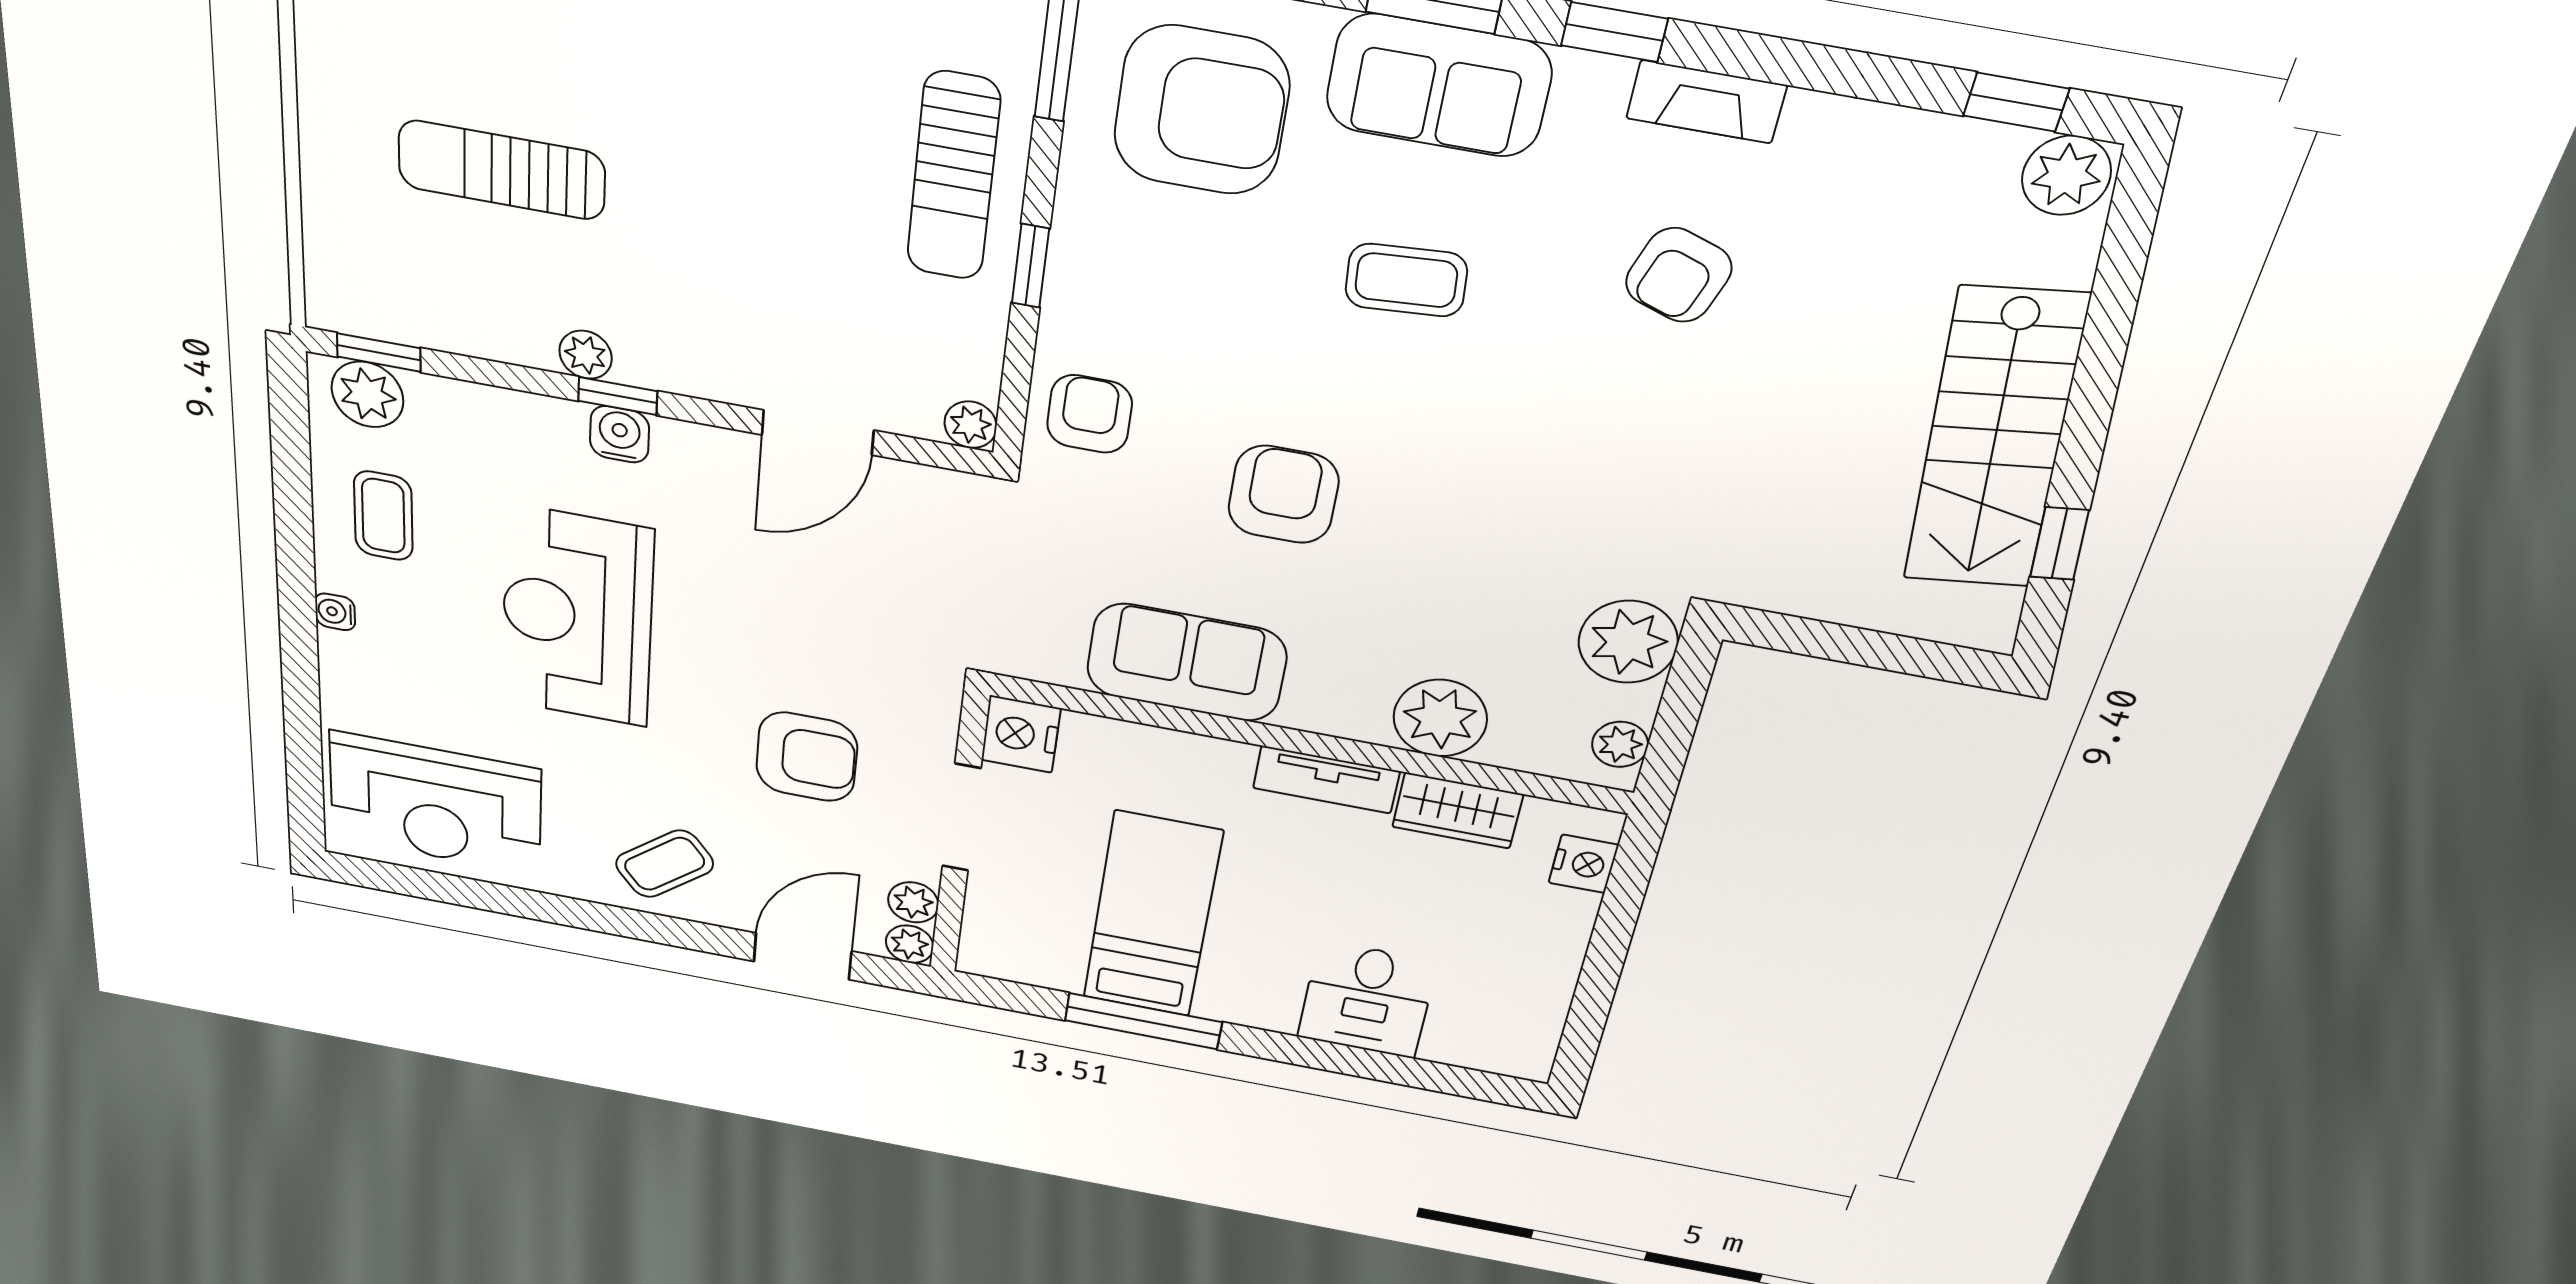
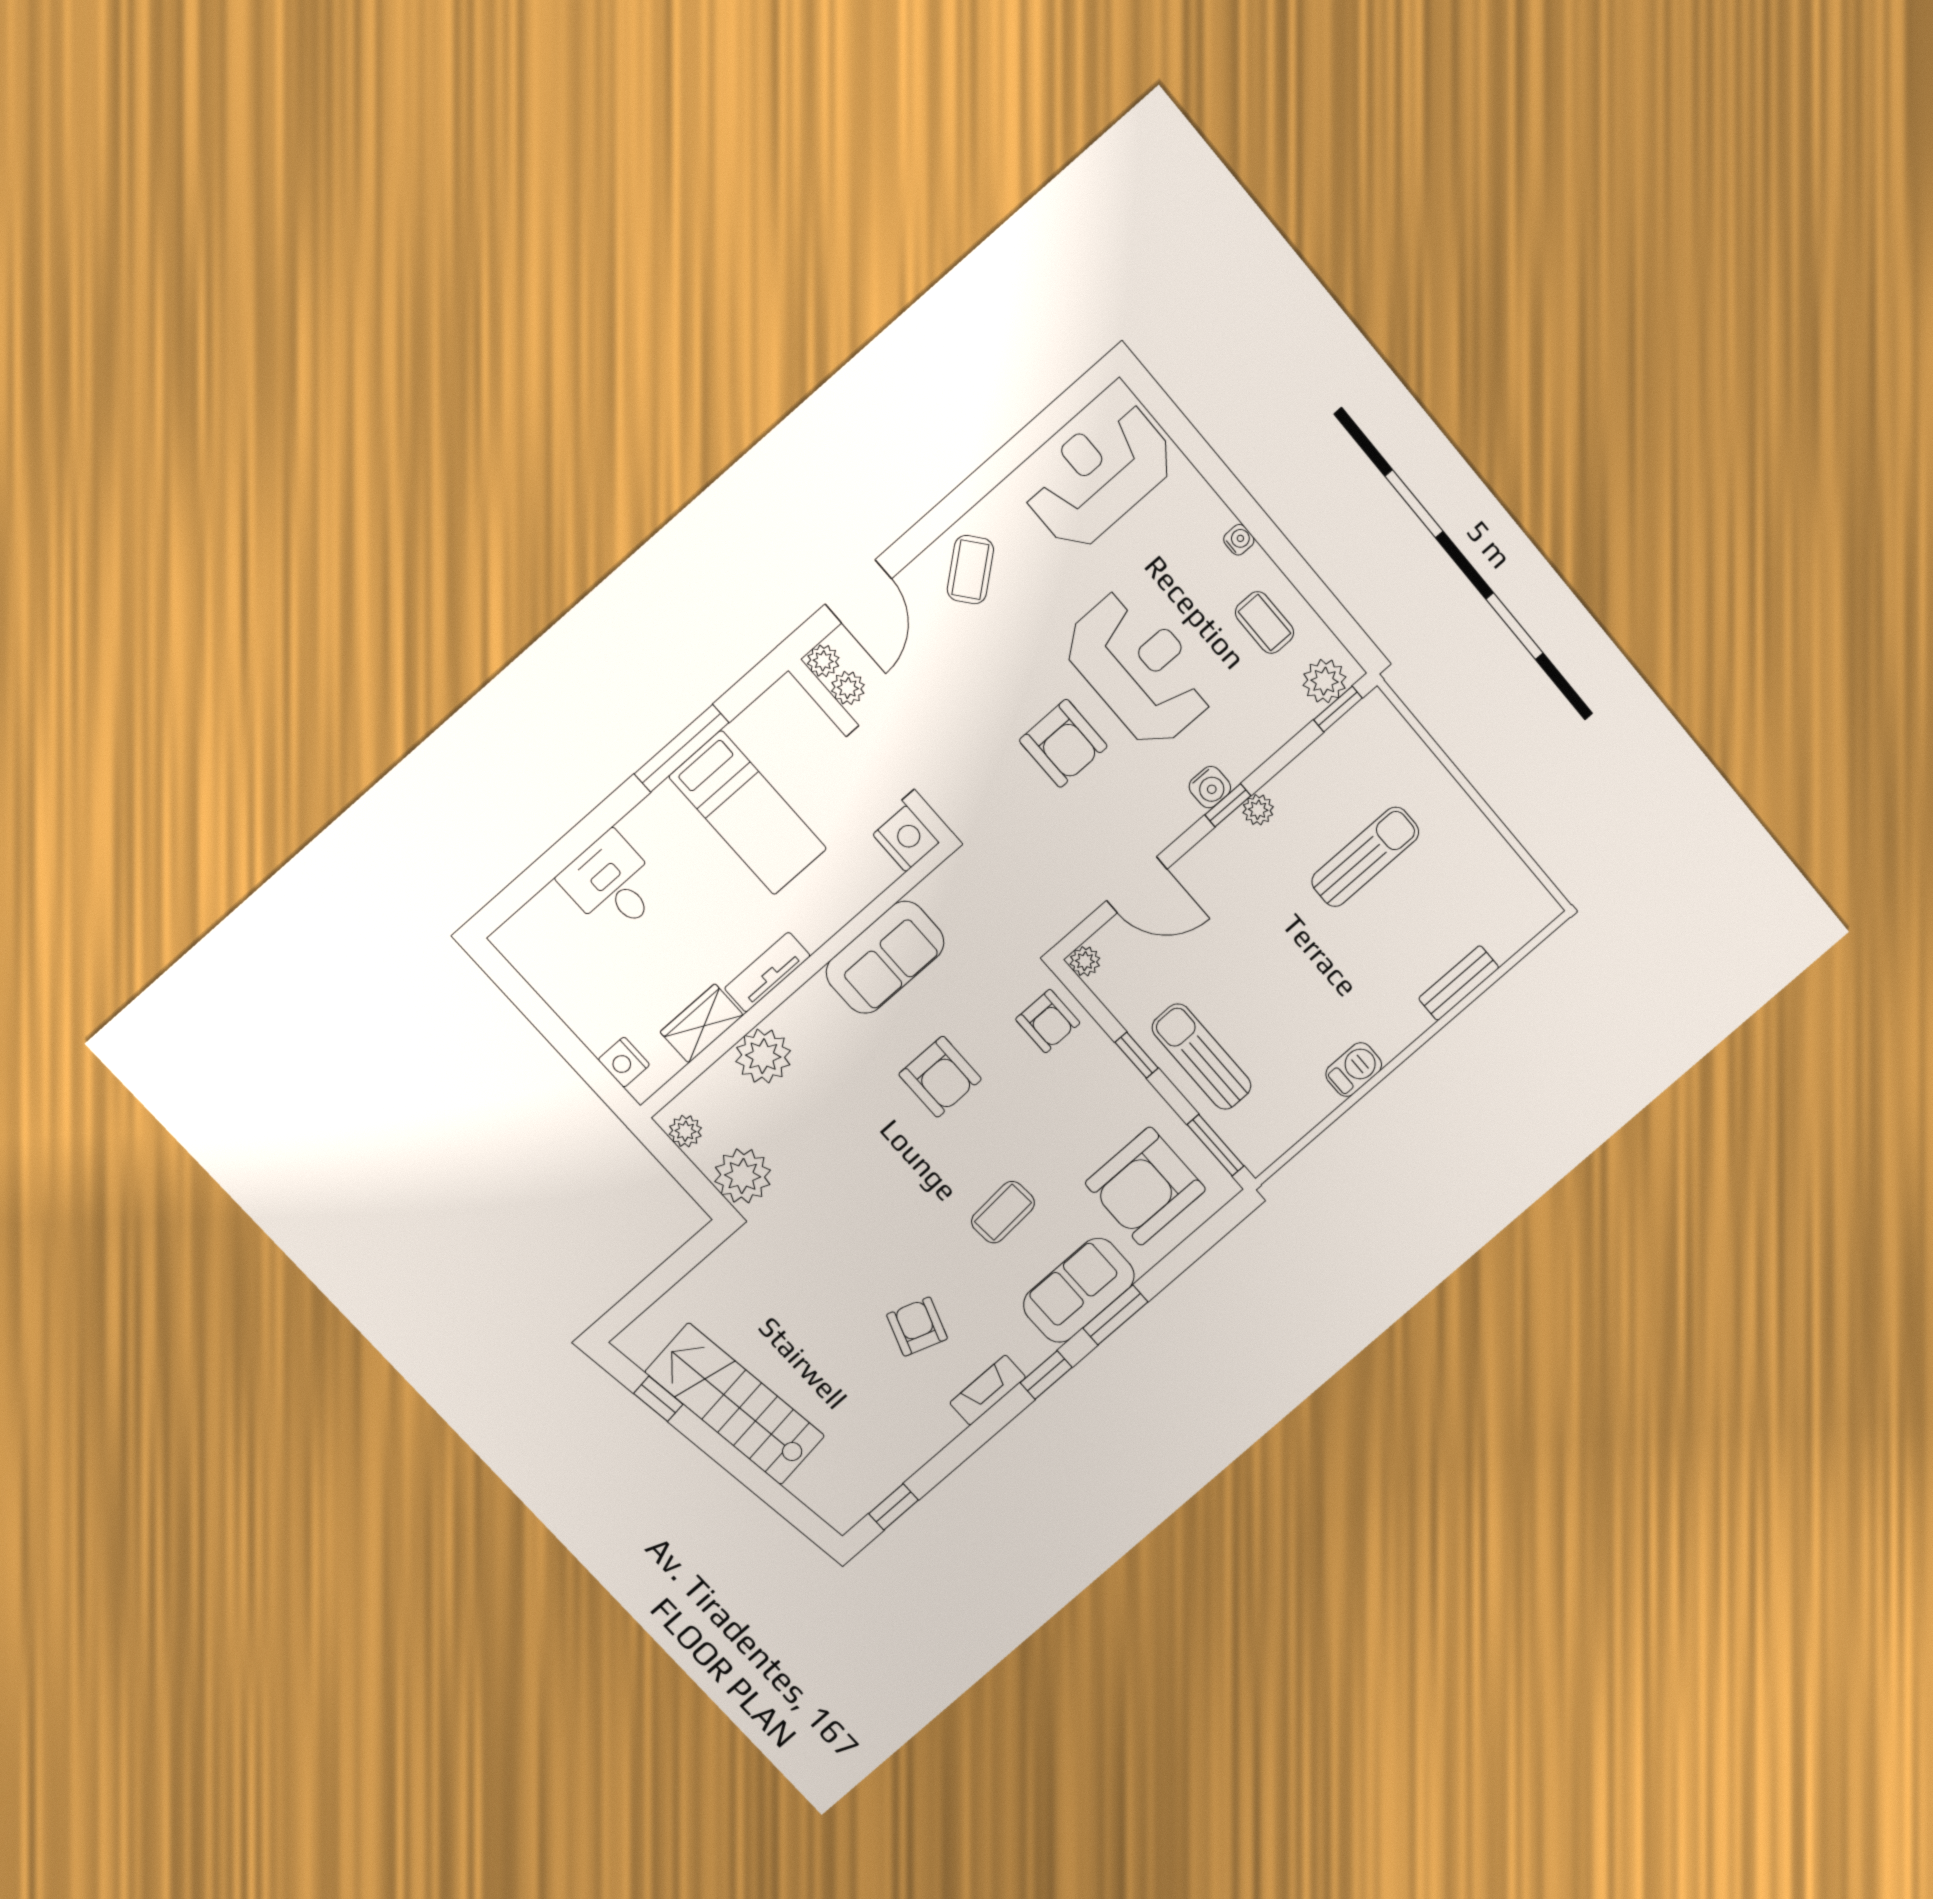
plant: (2066, 175) -> (845, 1507), removed
door: (818, 433) -> (1137, 885), swing flipped
armchair: (807, 757) -> (1063, 743), moved, turned -90

